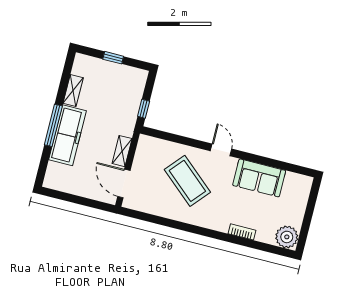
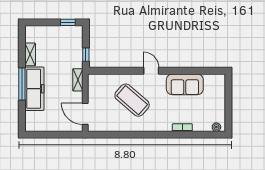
window: (113, 58) -> (68, 22), moved
shelving: (122, 151) -> (78, 80), moved
plant: (287, 237) -> (216, 127), width x0.53, depth x0.53

